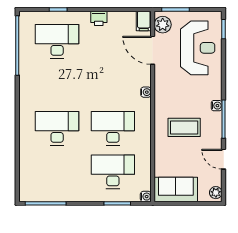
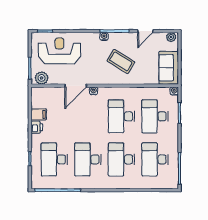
filing cabinet: (144, 21) -> (39, 114), moved
door: (153, 50) -> (76, 86), moved
desk: (57, 85) -> (88, 159), added
coffee table: (184, 127) -> (121, 61), turned -58
desk: (57, 172) -> (155, 159), added

